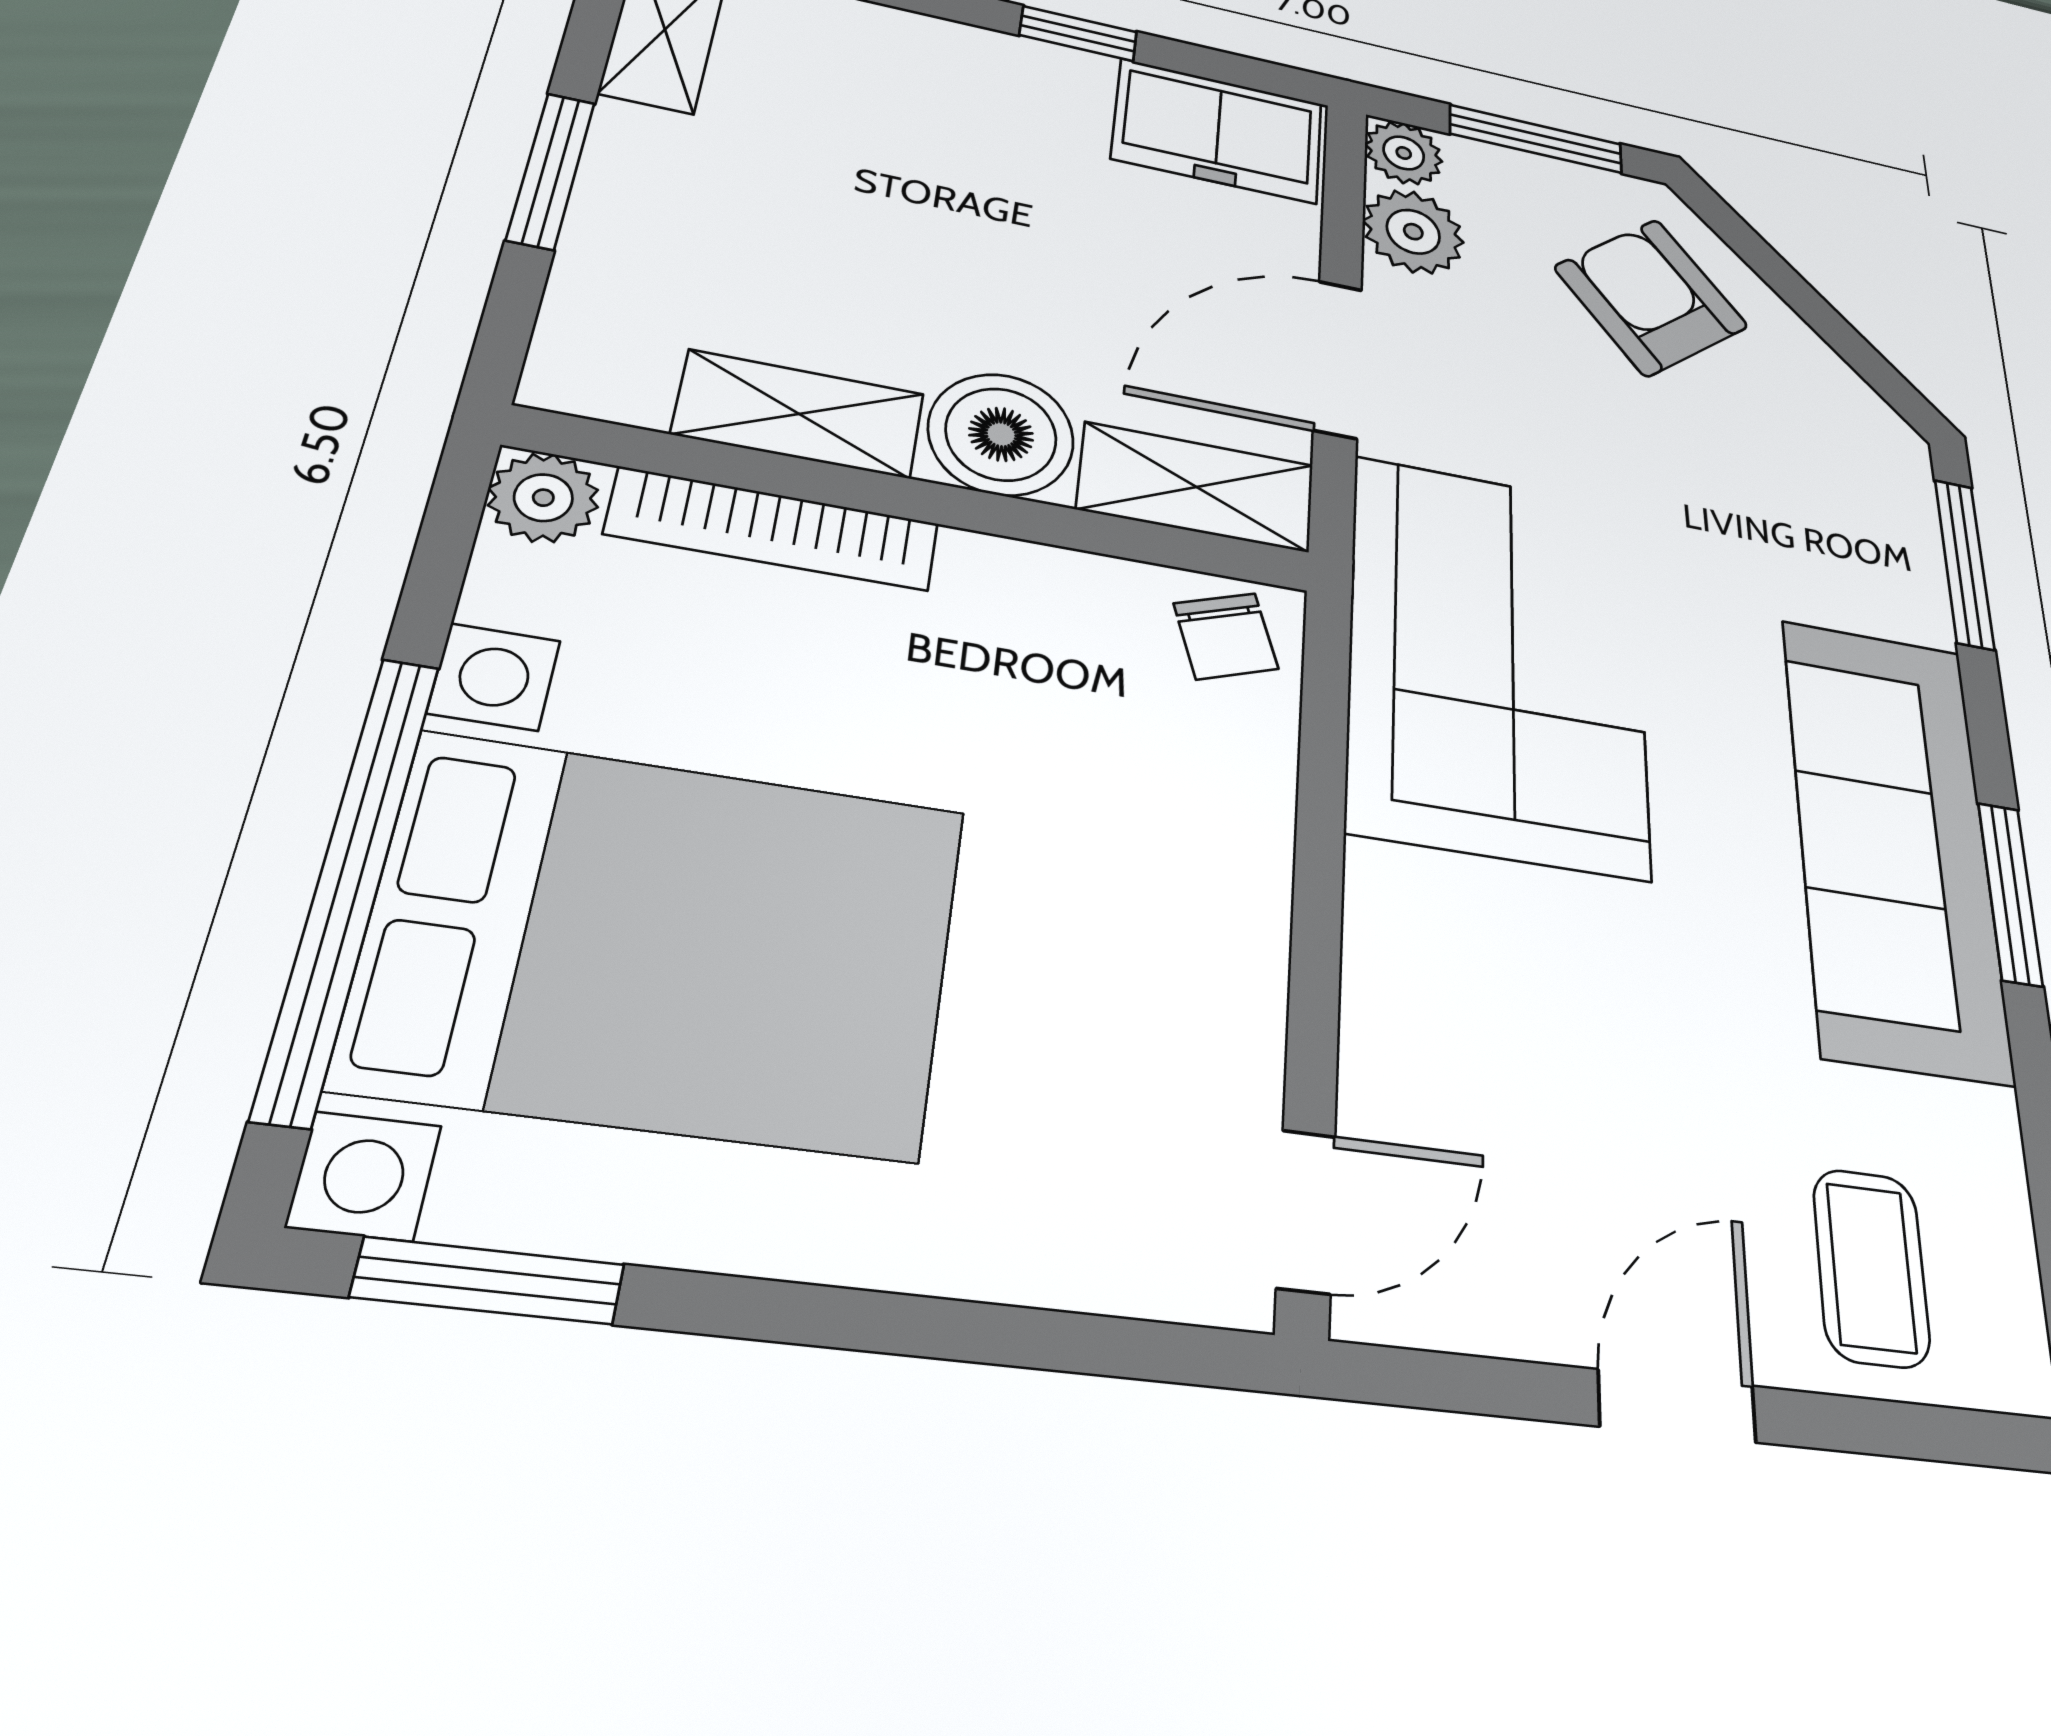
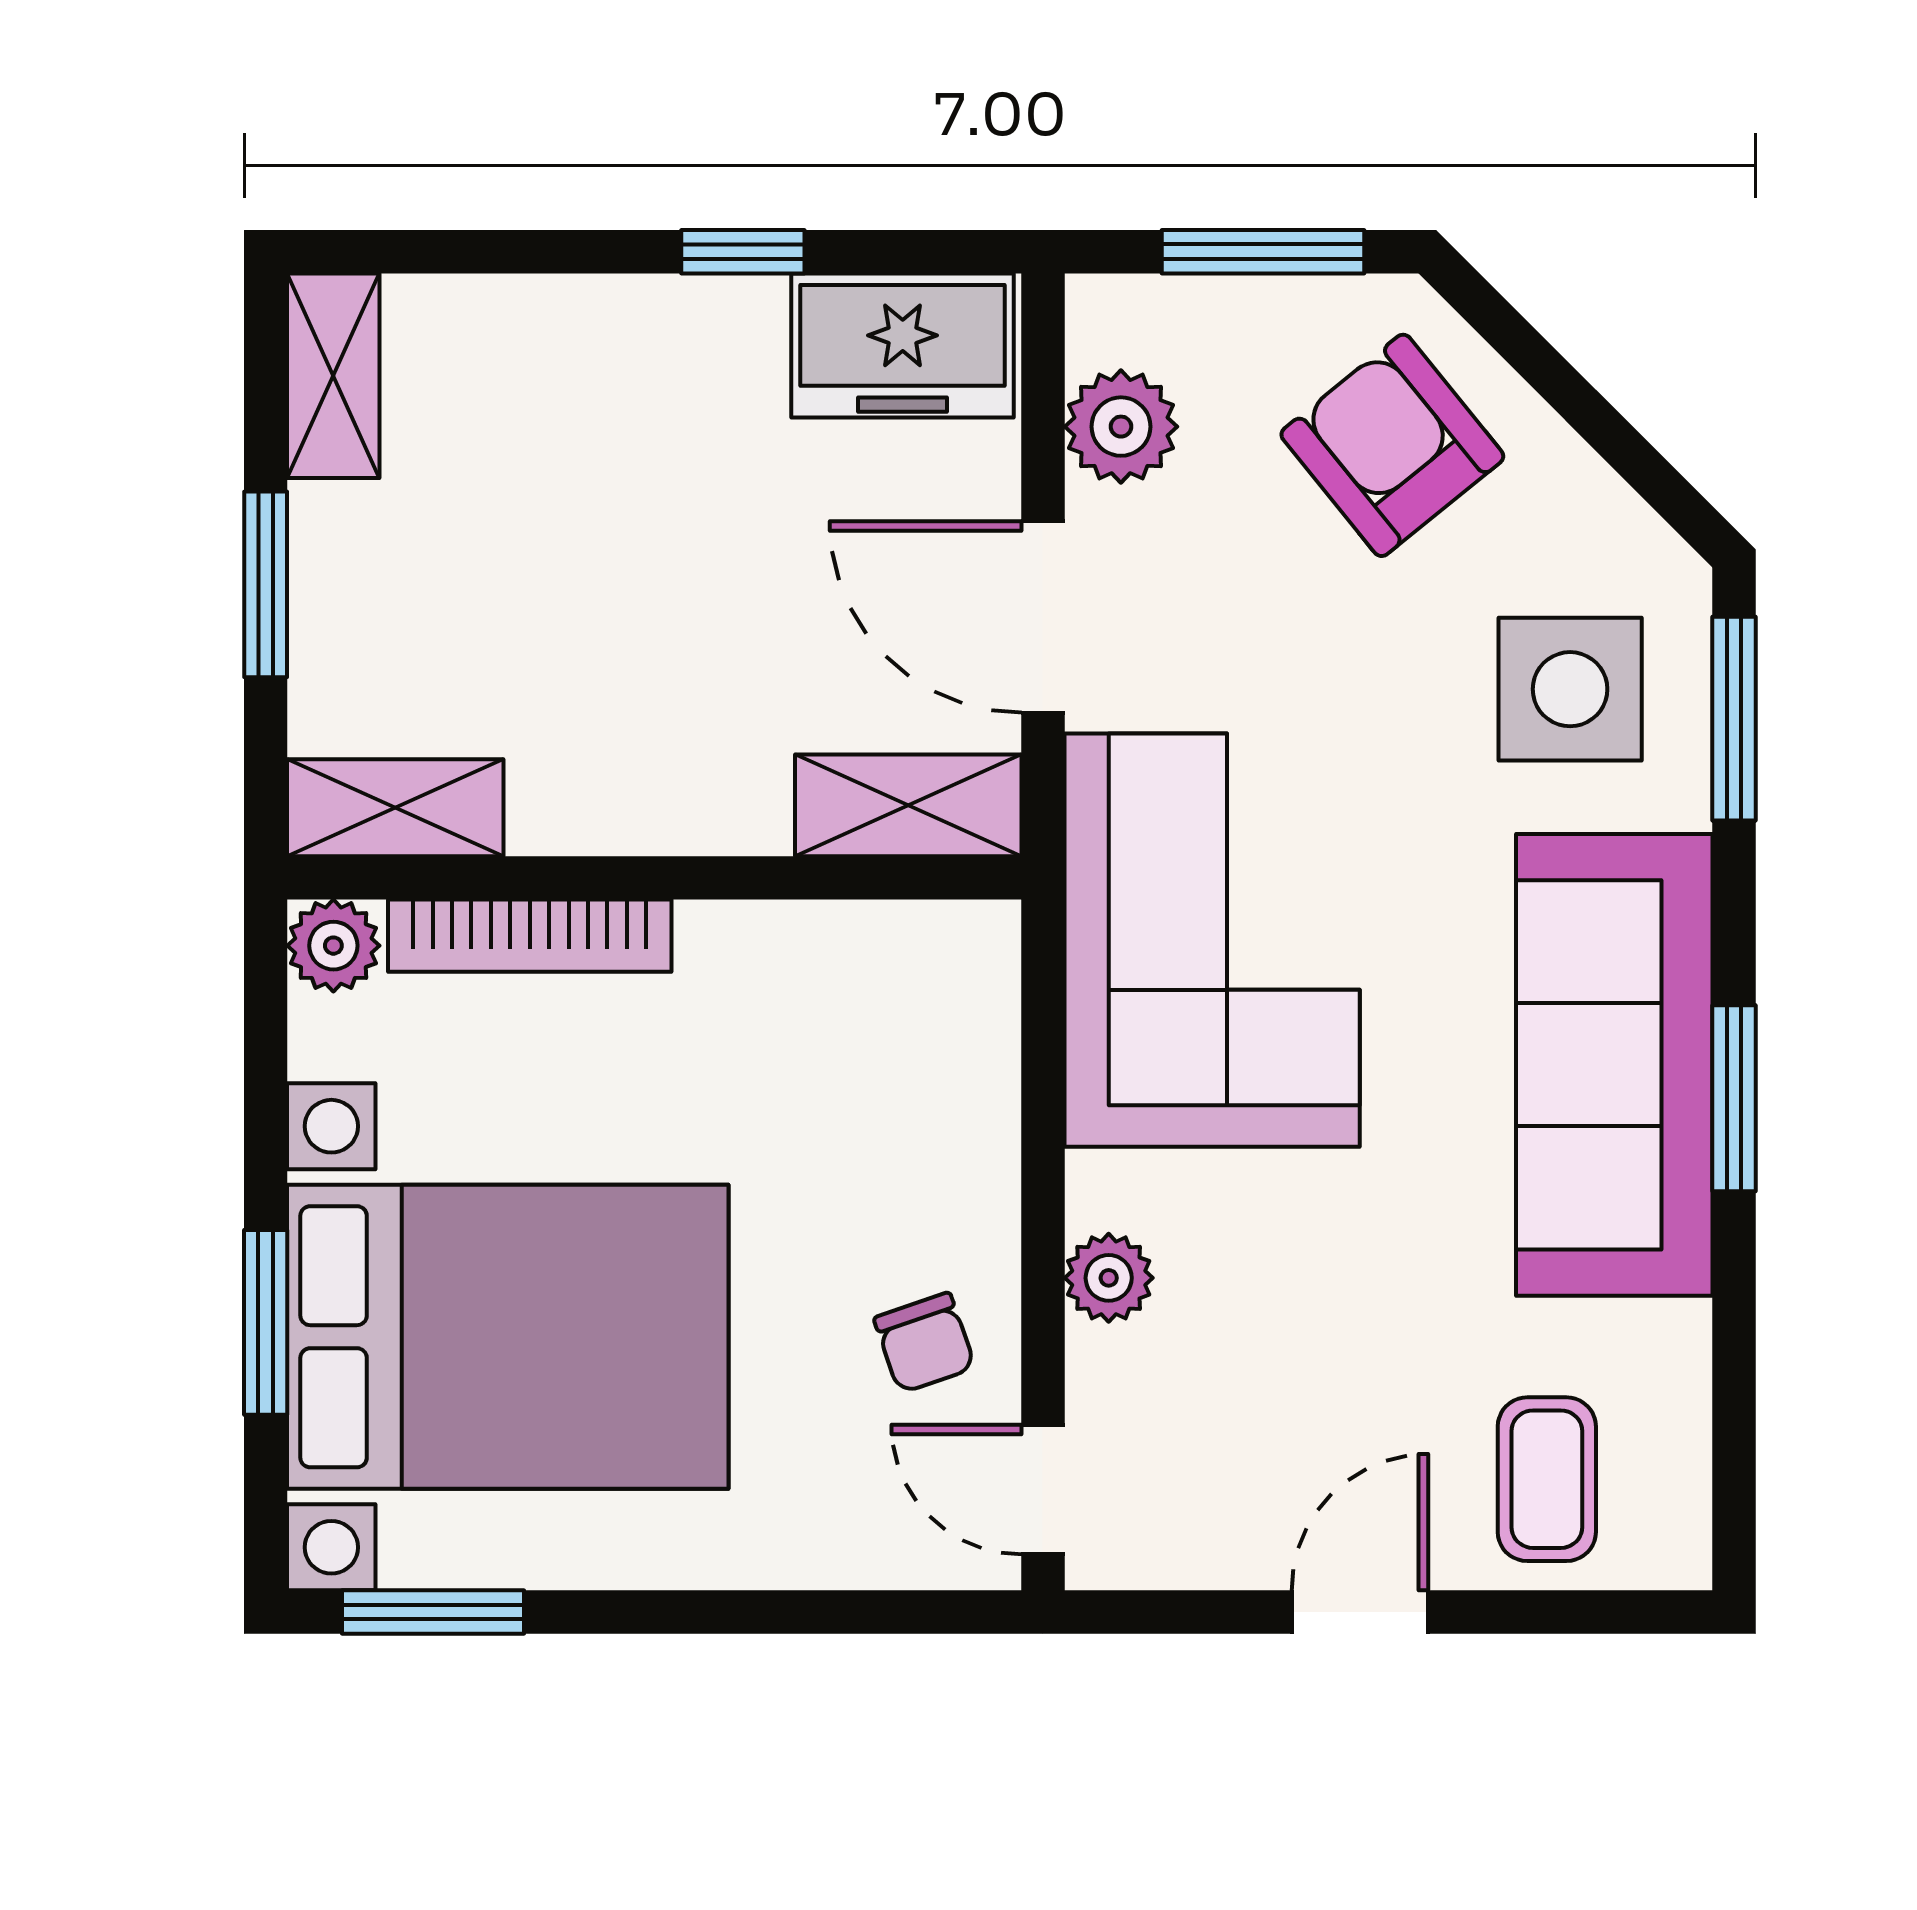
plant: (1404, 153) -> (1109, 1278), moved
door: (1338, 359) -> (1043, 617), hinge flipped
shelving: (799, 414) -> (395, 808), moved
boiler: (1001, 434) -> (718, 788), removed
side table: (1820, 512) -> (1570, 689), added
chair: (1226, 636) -> (925, 1343), moved
window: (349, 882) -> (266, 1322), width x0.47
door: (1306, 1211) -> (1043, 1489), swing flipped

